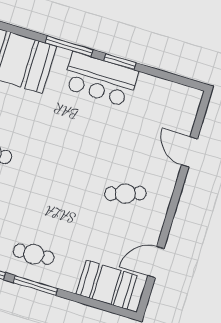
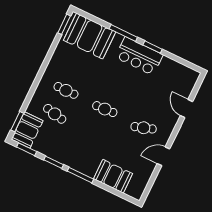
cafe table: (34, 254) -> (105, 109), moved
door: (156, 262) -> (163, 156), moved
booth: (107, 285) -> (113, 176), moved

